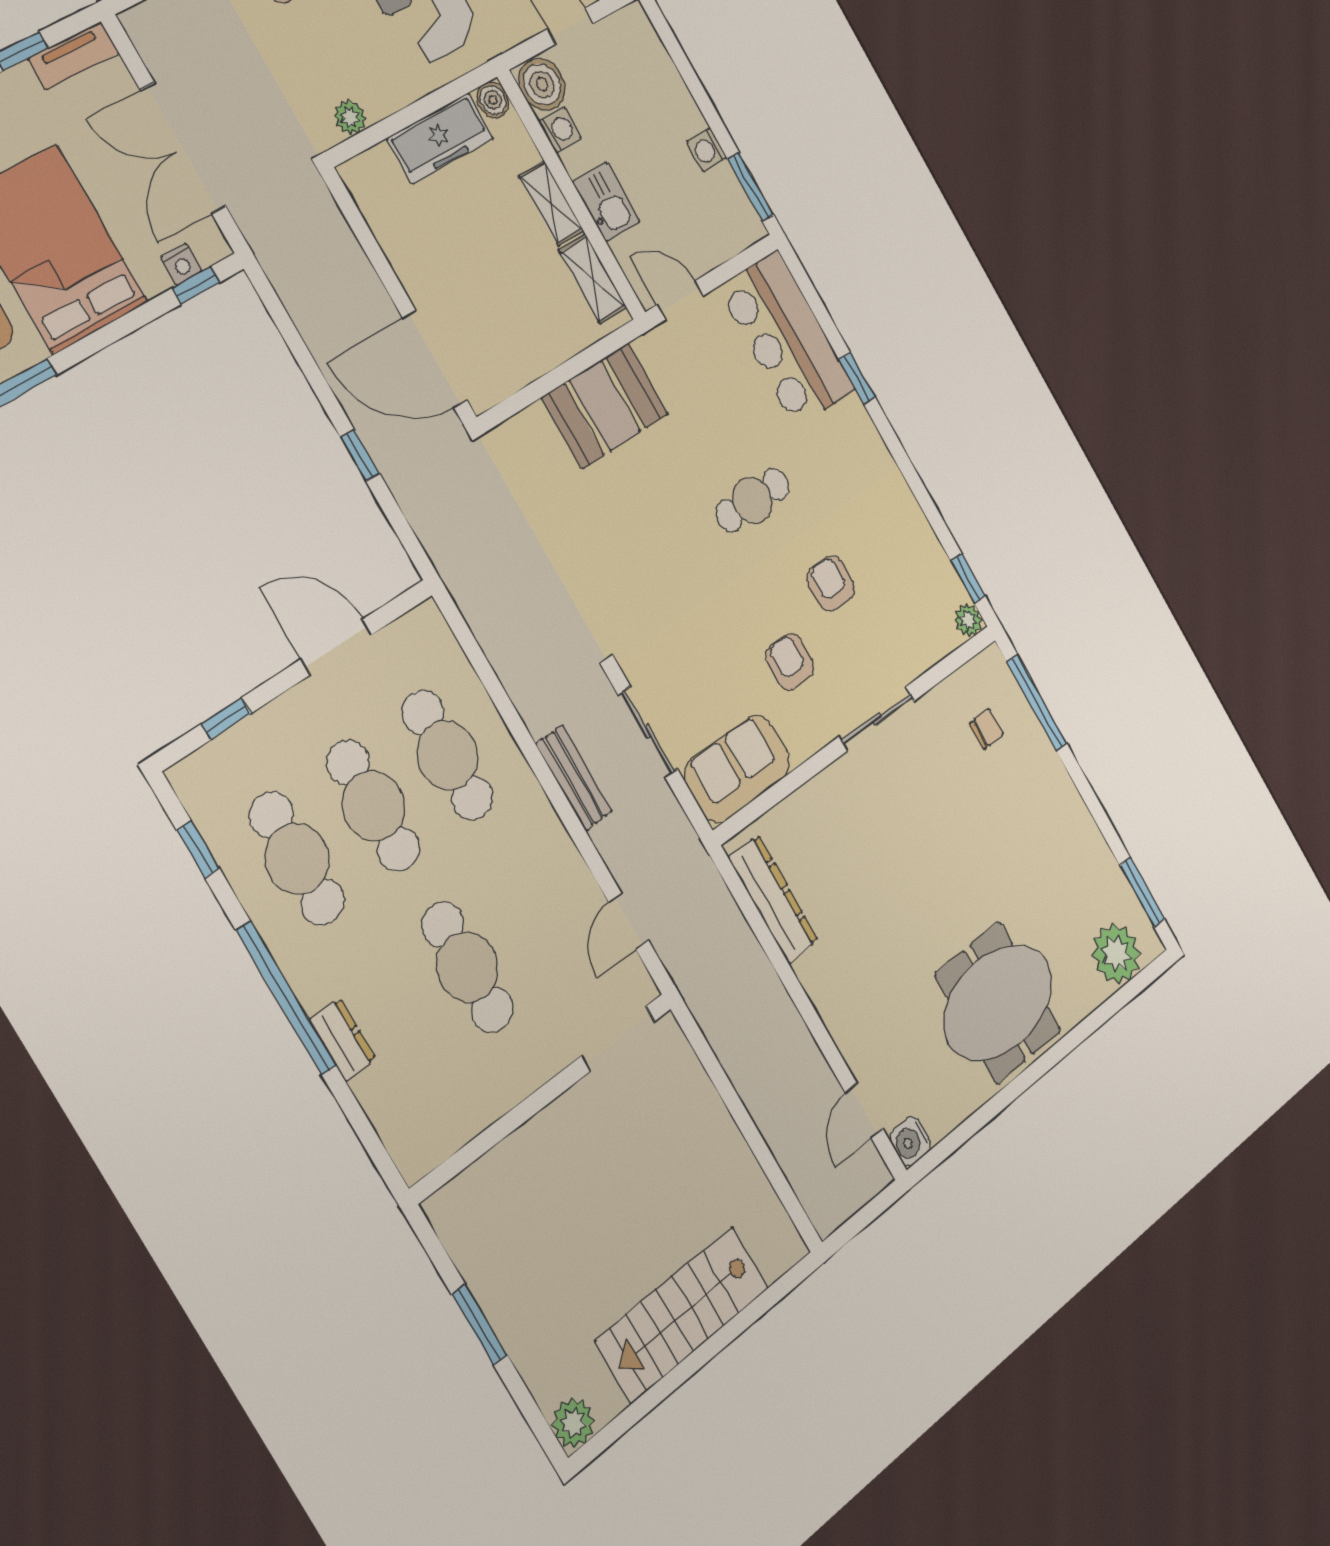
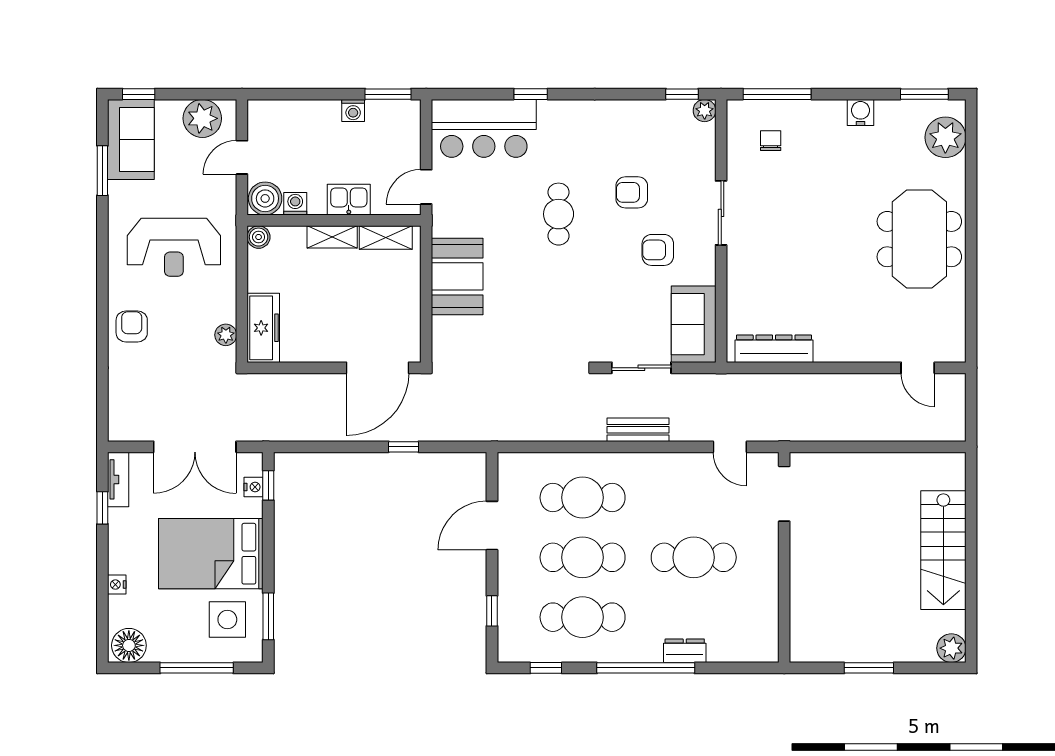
freezer: (440, 138) -> (263, 328), moved
water cooler: (910, 1141) -> (860, 112), moved, turned 180

